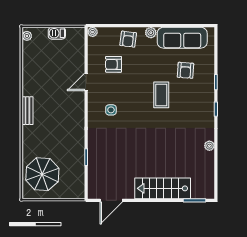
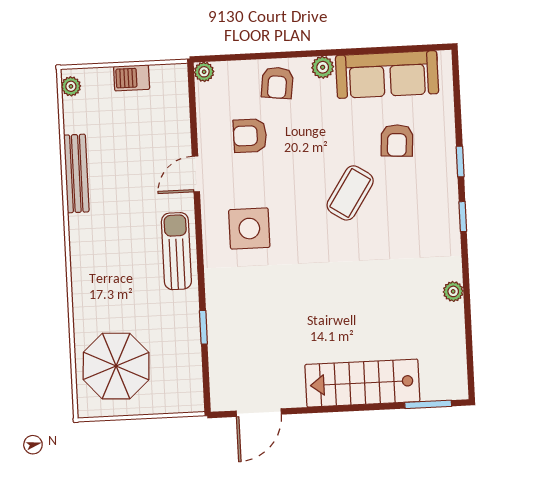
coffee table: (161, 95) -> (350, 193), turned 33
side table: (111, 110) -> (249, 229), width x1.87, depth x1.87
bench: (27, 111) -> (76, 174), moved, width x1.36
sun lounger: (75, 119) -> (176, 251), added

